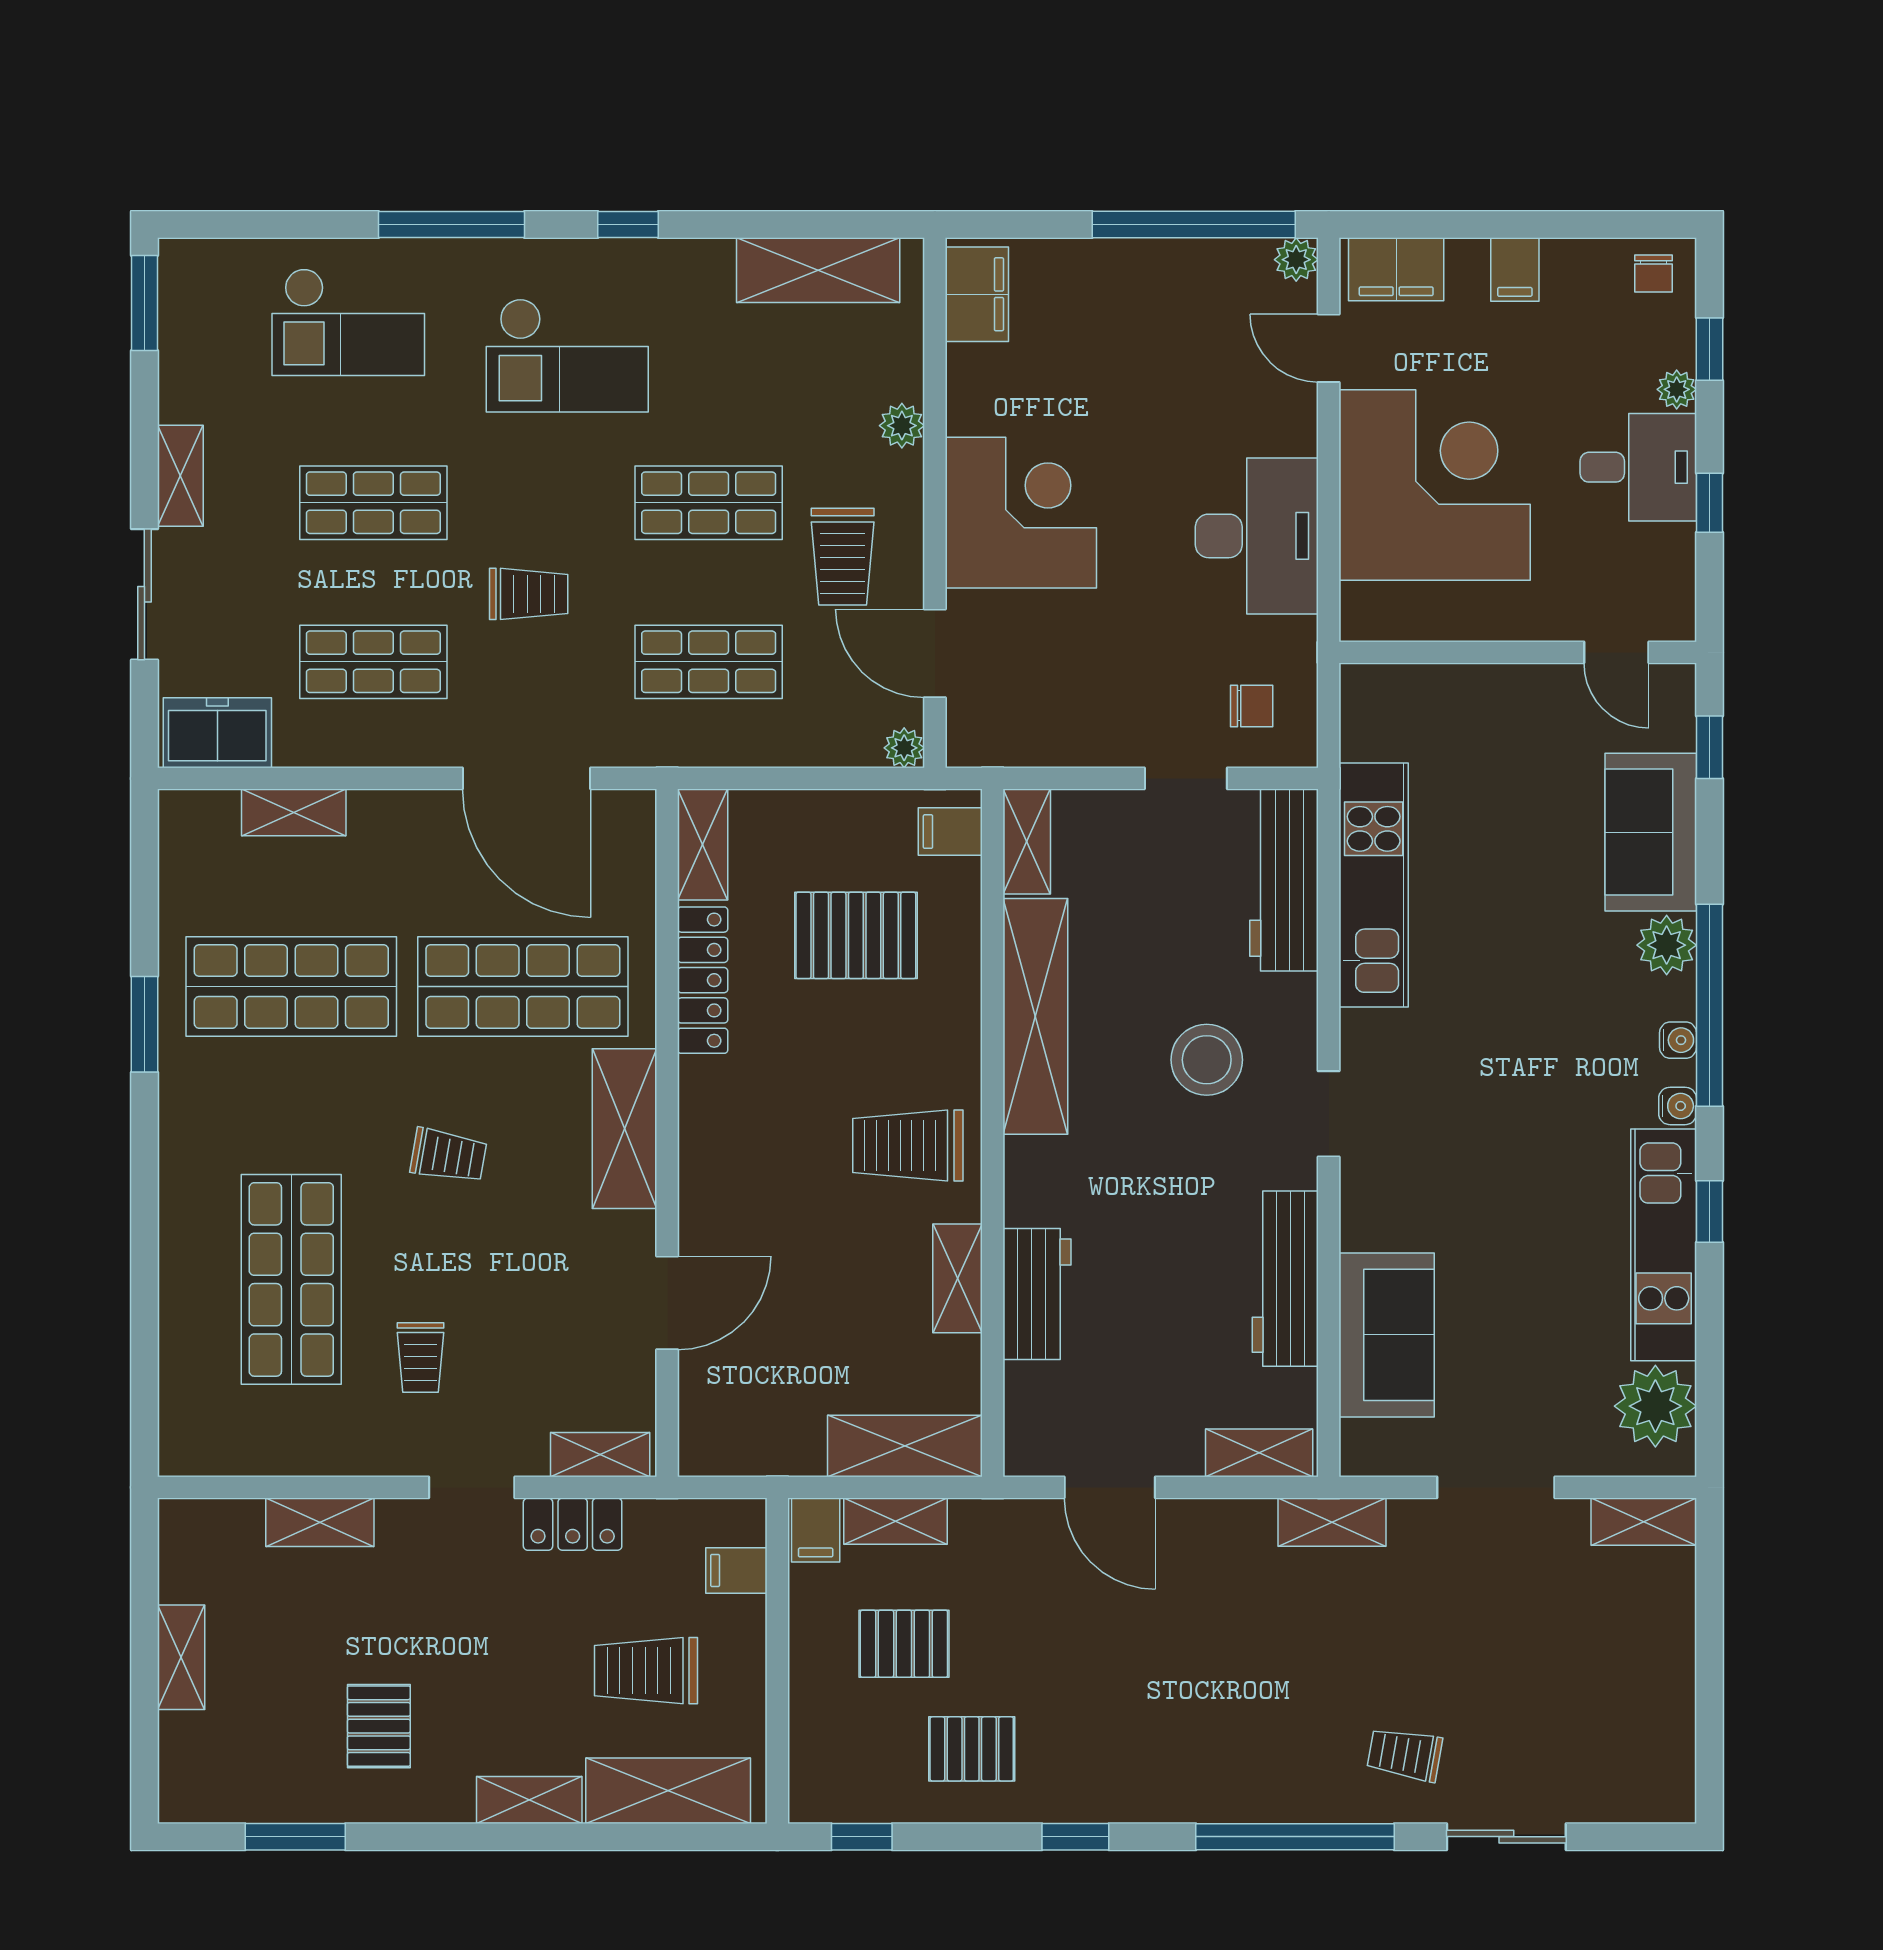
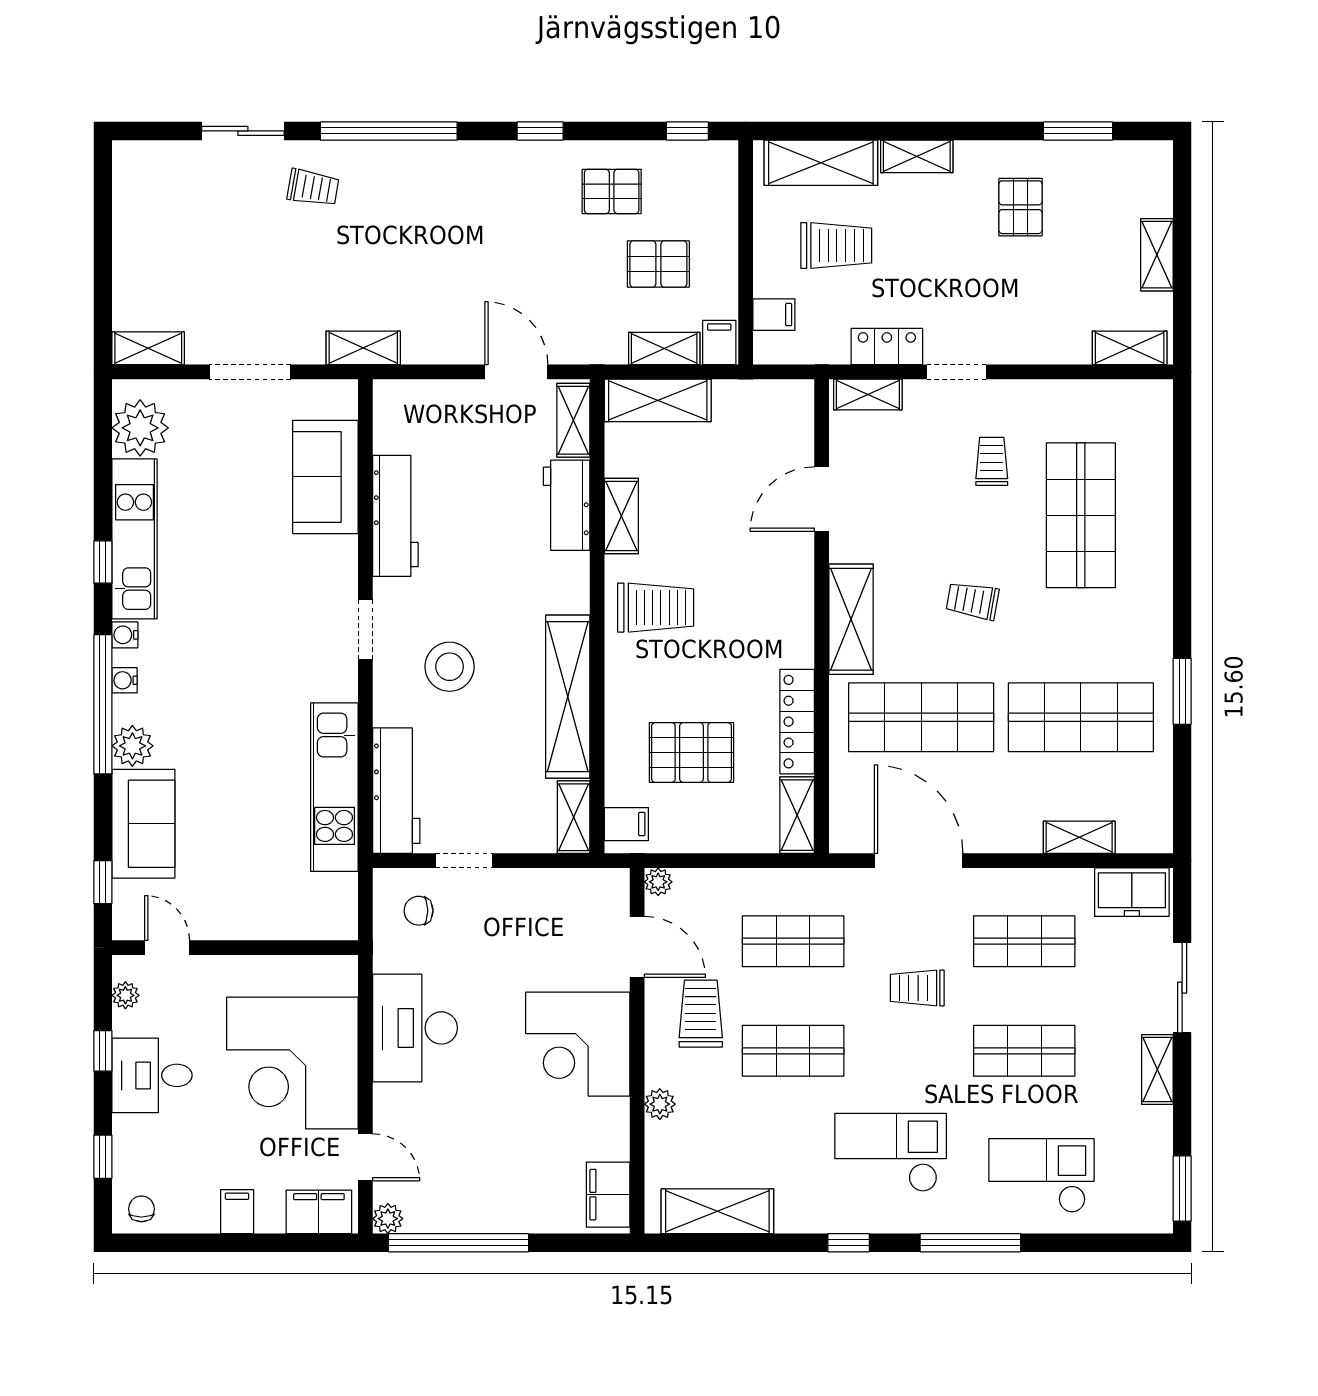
plant: (1677, 389) -> (125, 995), moved
shelving: (1259, 1453) -> (573, 420), moved, turned 90
shelving: (320, 1522) -> (1130, 348), moved

